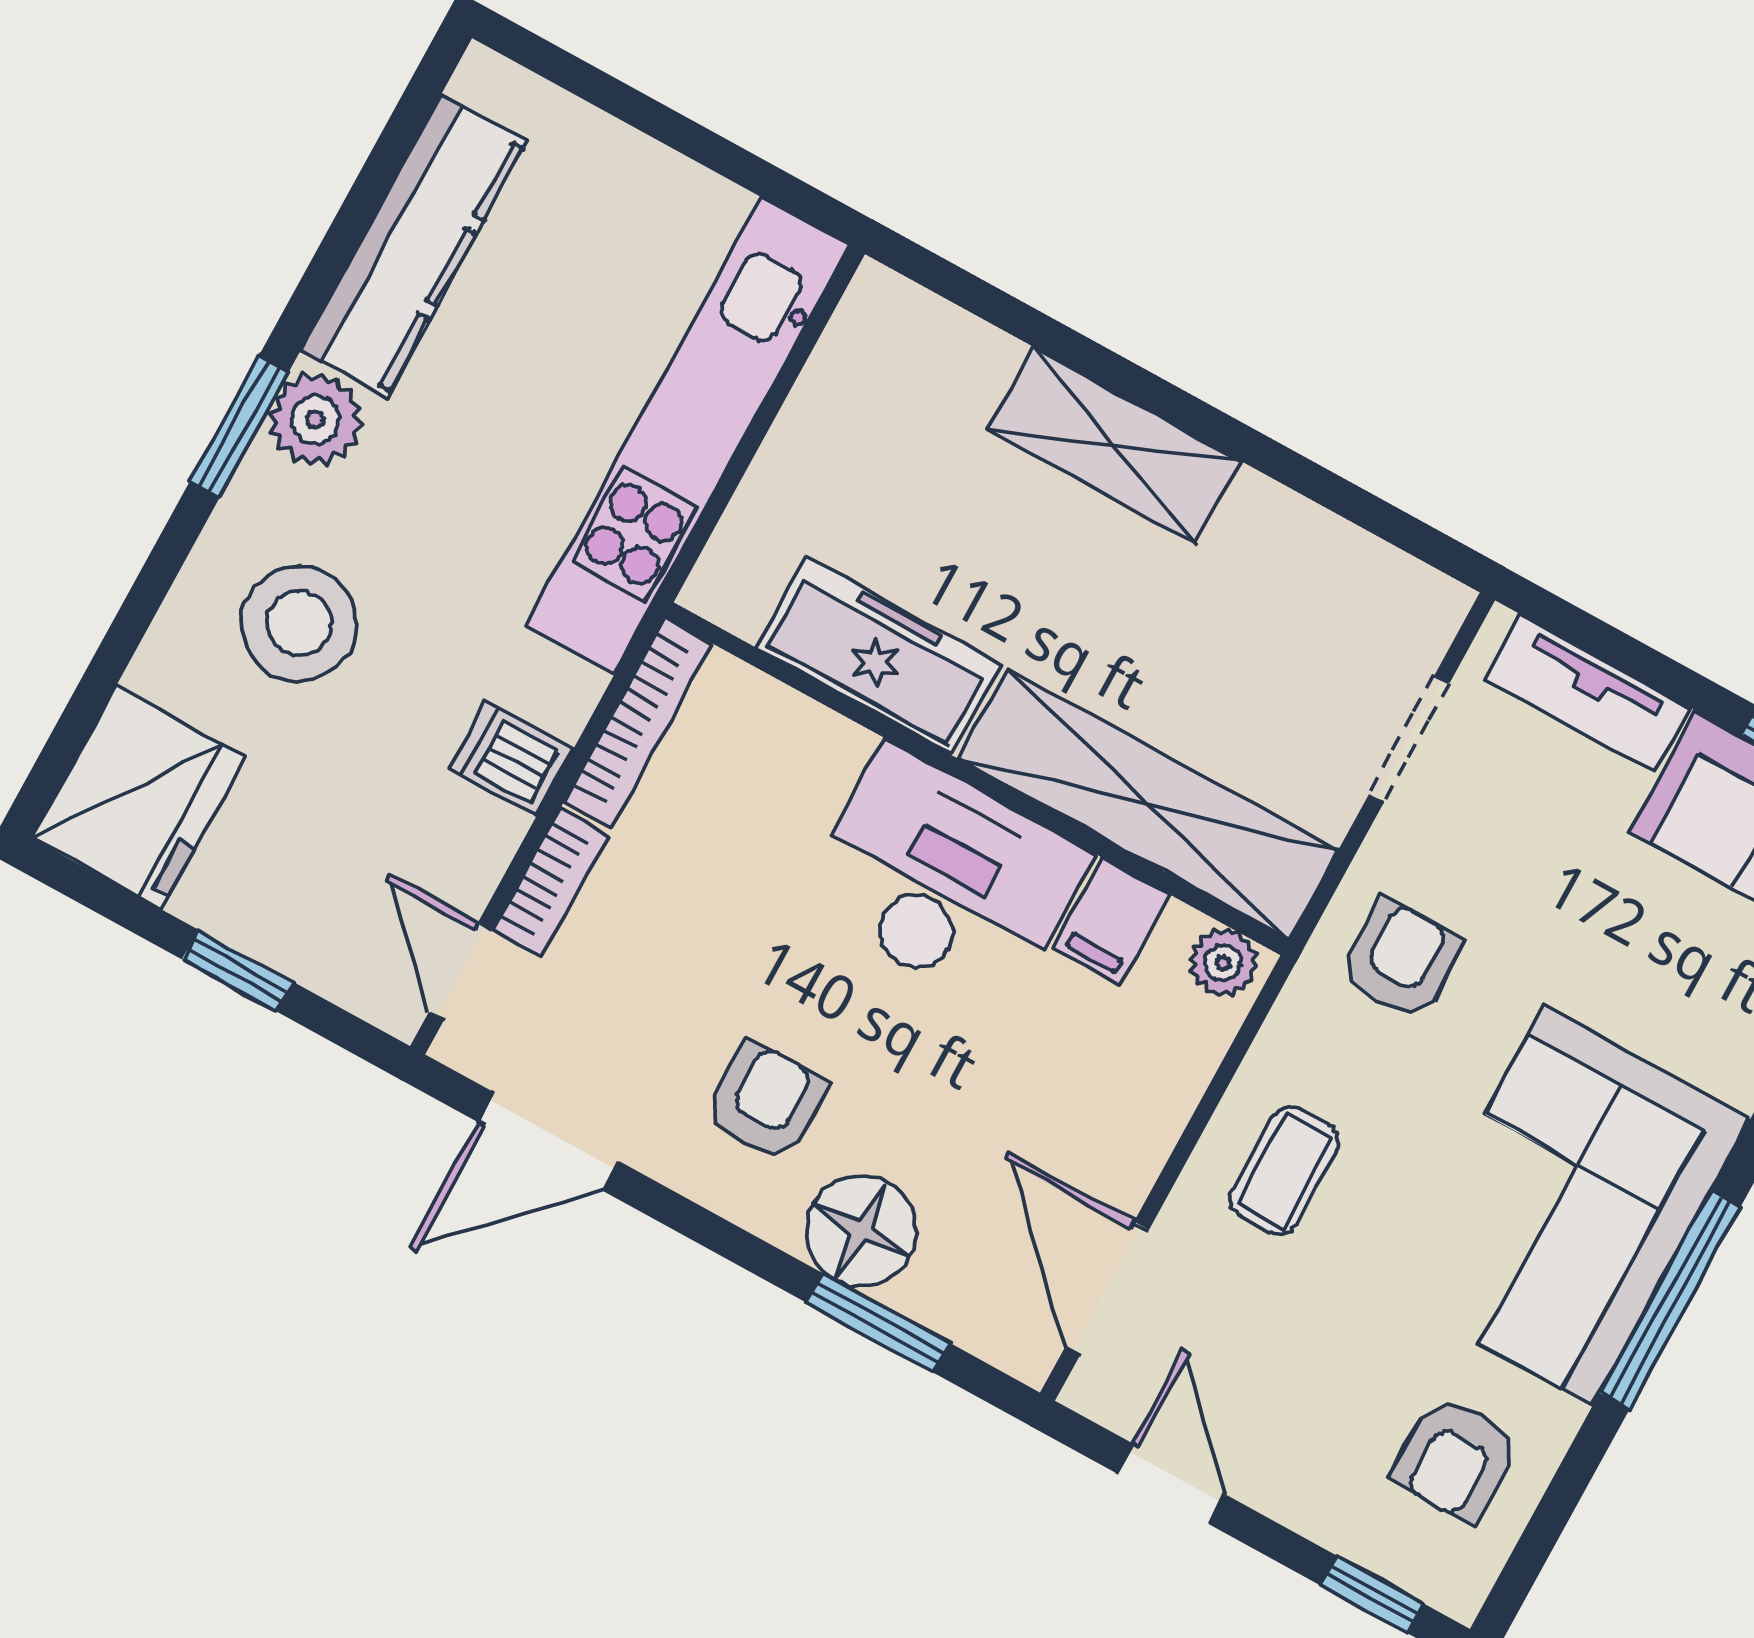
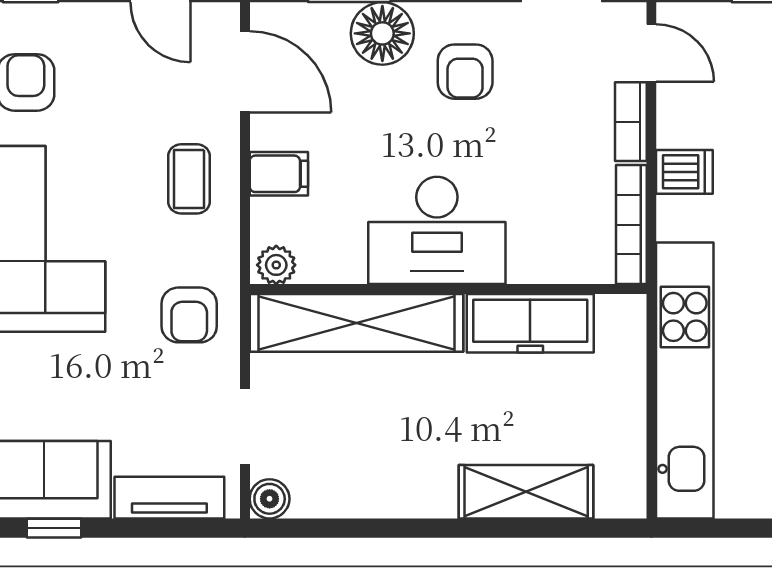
shelving: (1115, 445) -> (526, 492), moved
boiler: (1433, 606) -> (270, 499), added
filing cabinet: (1111, 921) -> (279, 174), moved, turned 90

